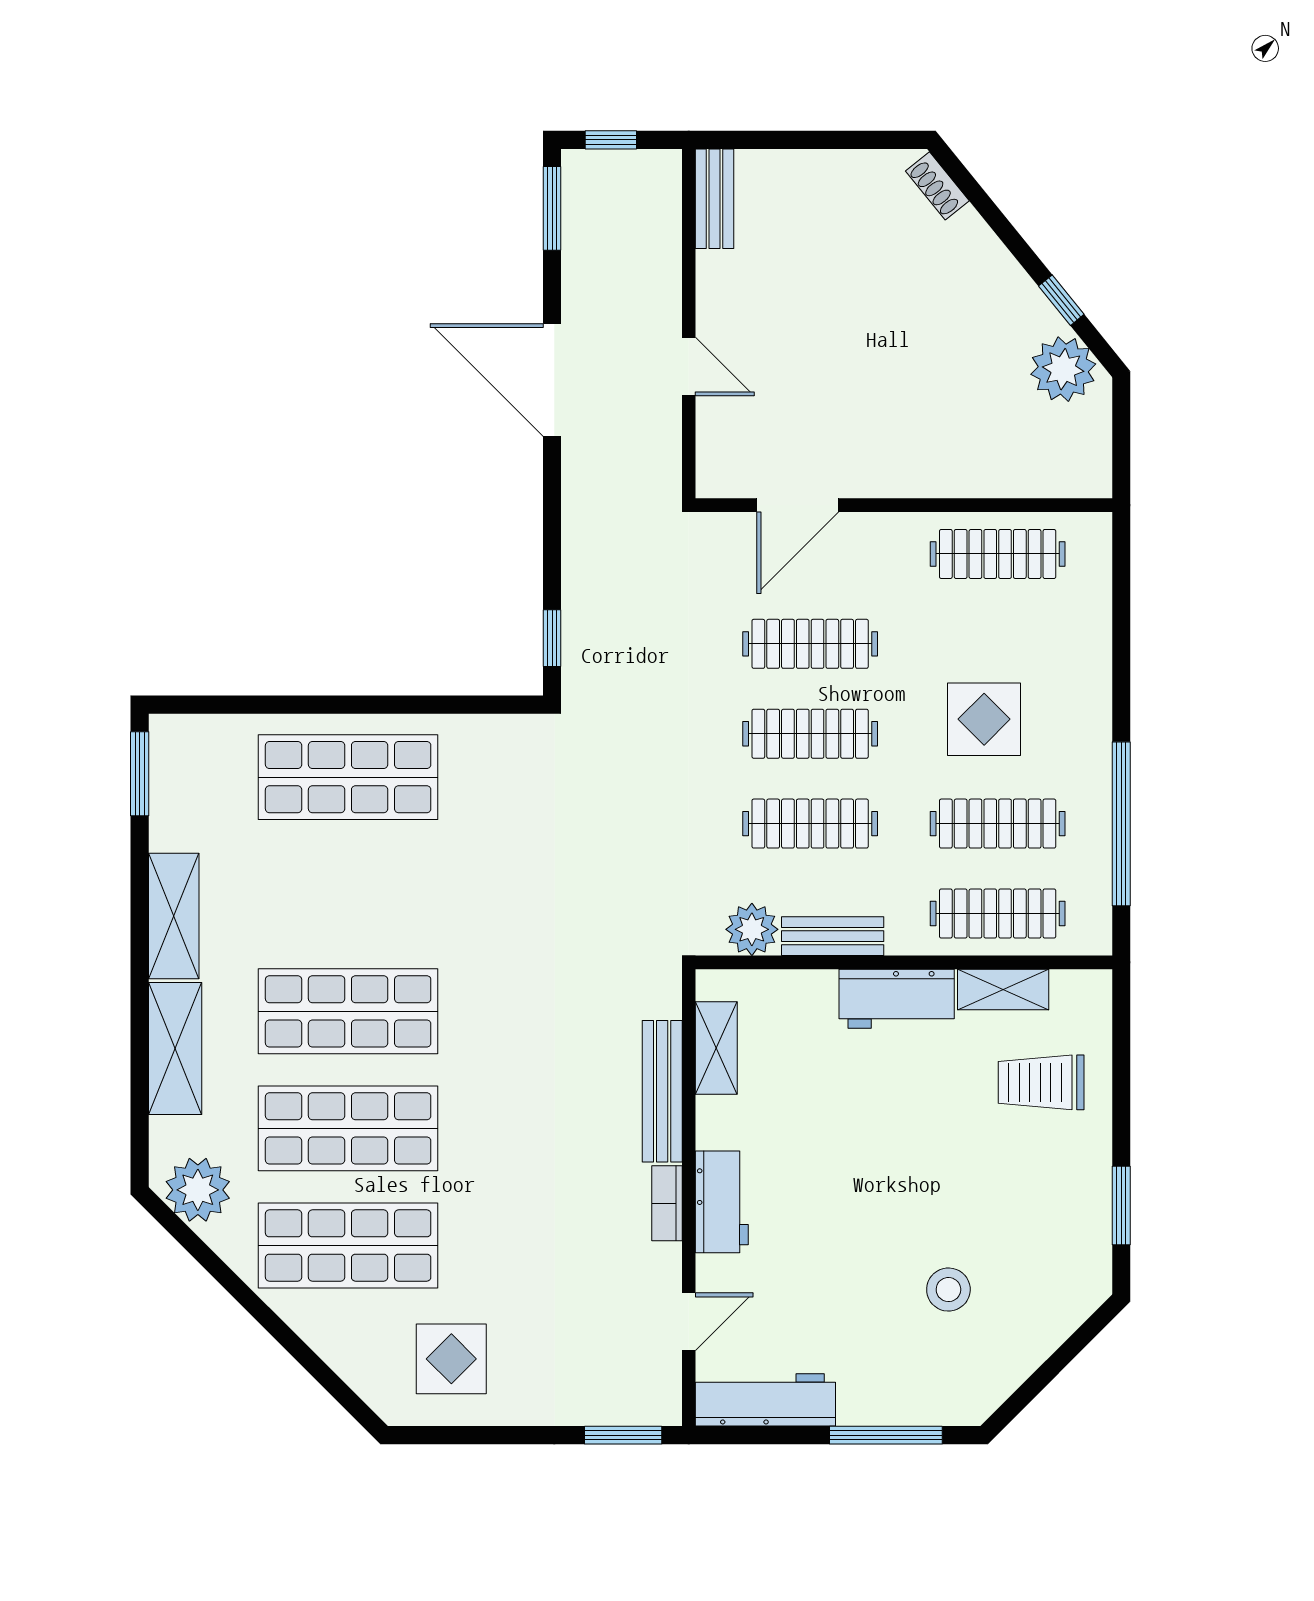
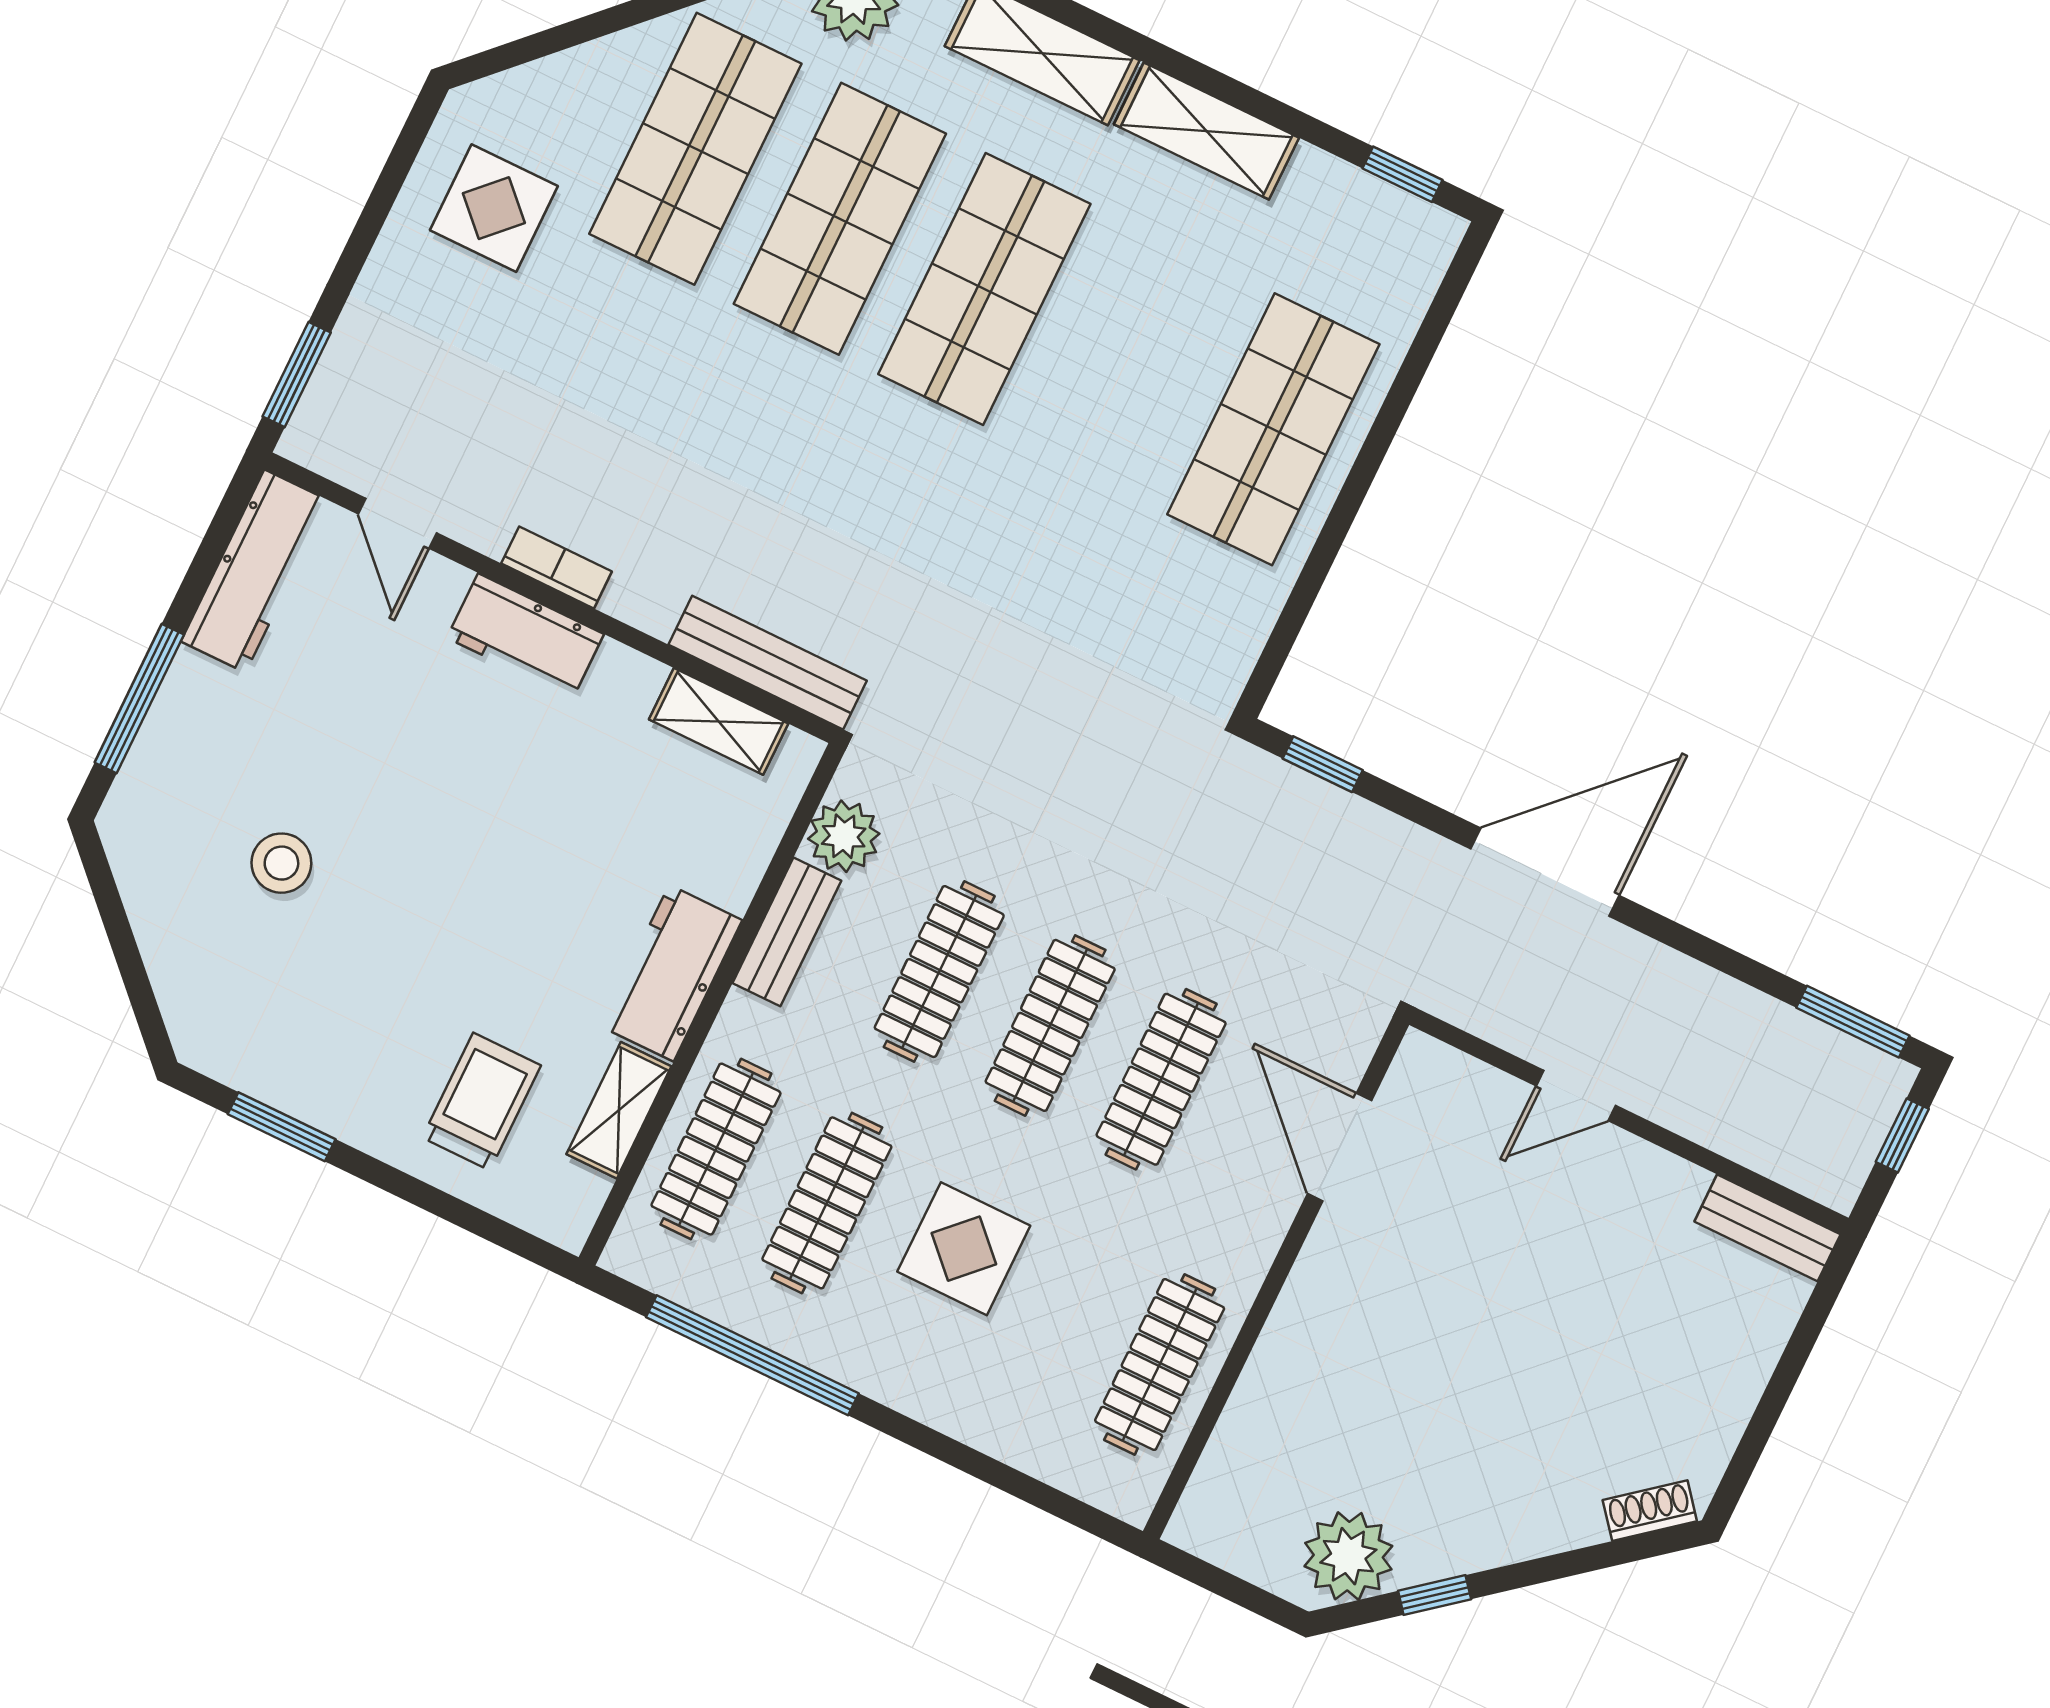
door: (552, 380) -> (1545, 872), moved
window: (140, 774) -> (1402, 174), width x0.67
bench: (662, 1091) -> (768, 663), moved

